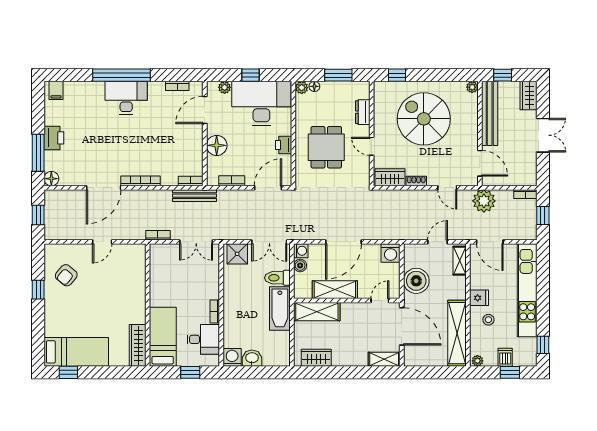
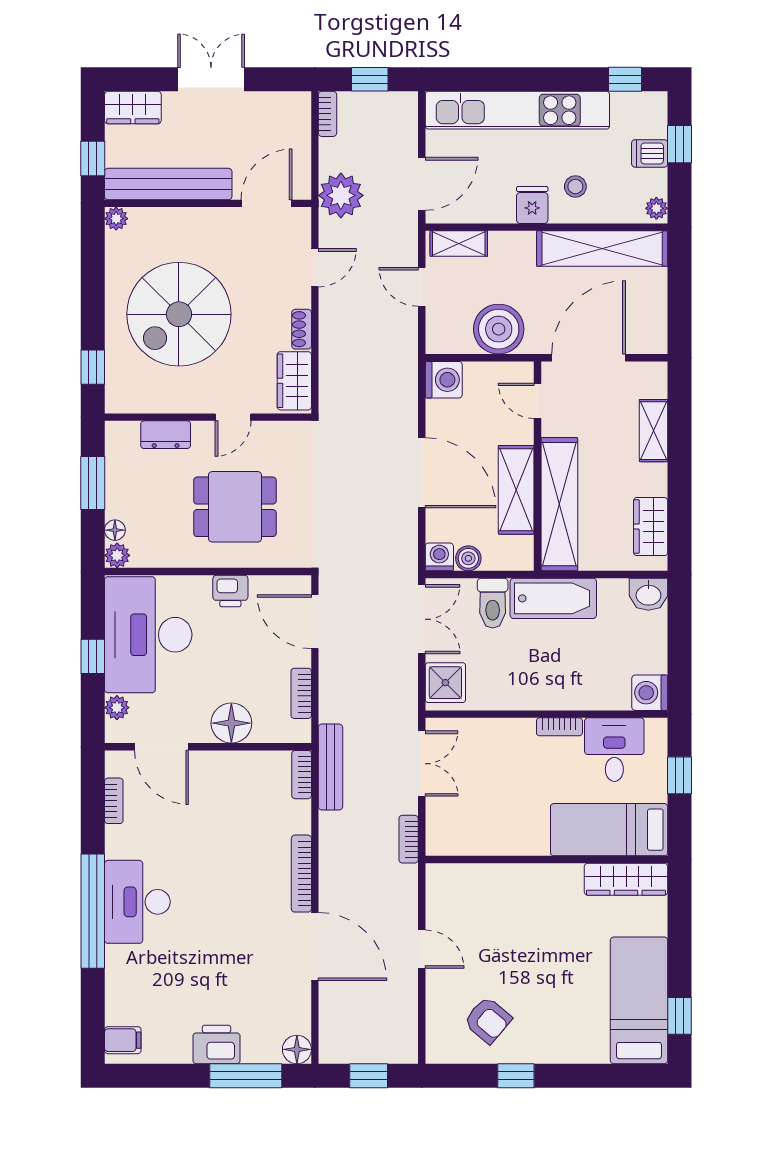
shelving: (317, 312) -> (559, 504), width x1.47
washbasin: (252, 358) -> (648, 594), moved, turned -90
shelving: (384, 359) -> (654, 431), moved

